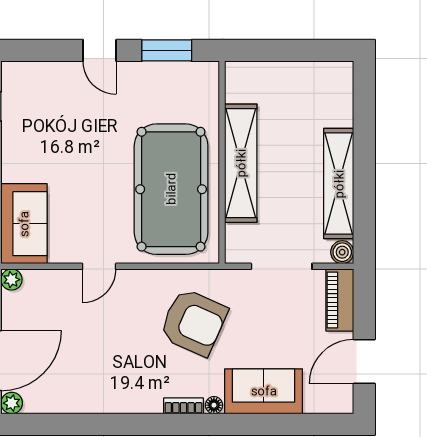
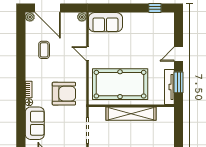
tv unit: (178, 72) -> (169, 87), added
armchair: (193, 322) -> (64, 94), turned -114
coffee table: (90, 369) -> (44, 50), added

